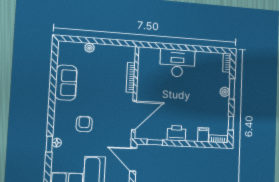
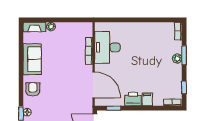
fireplace: (71, 47) -> (35, 27), added
desk: (177, 63) -> (107, 47), moved, turned -90
door: (134, 115) -> (94, 85), hinge flipped
armchair: (84, 124) -> (33, 89), moved
filing cabinet: (203, 135) -> (147, 99), moved

